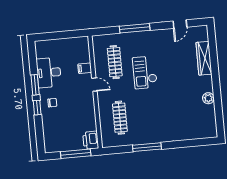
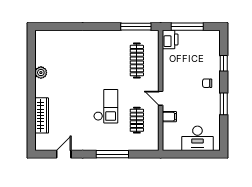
clothes rail: (115, 62) -> (137, 120), width x0.73
desk: (49, 73) -> (197, 138), moved, turned 90
window: (37, 108) -> (224, 63), moved
window: (147, 147) -> (136, 27), moved

